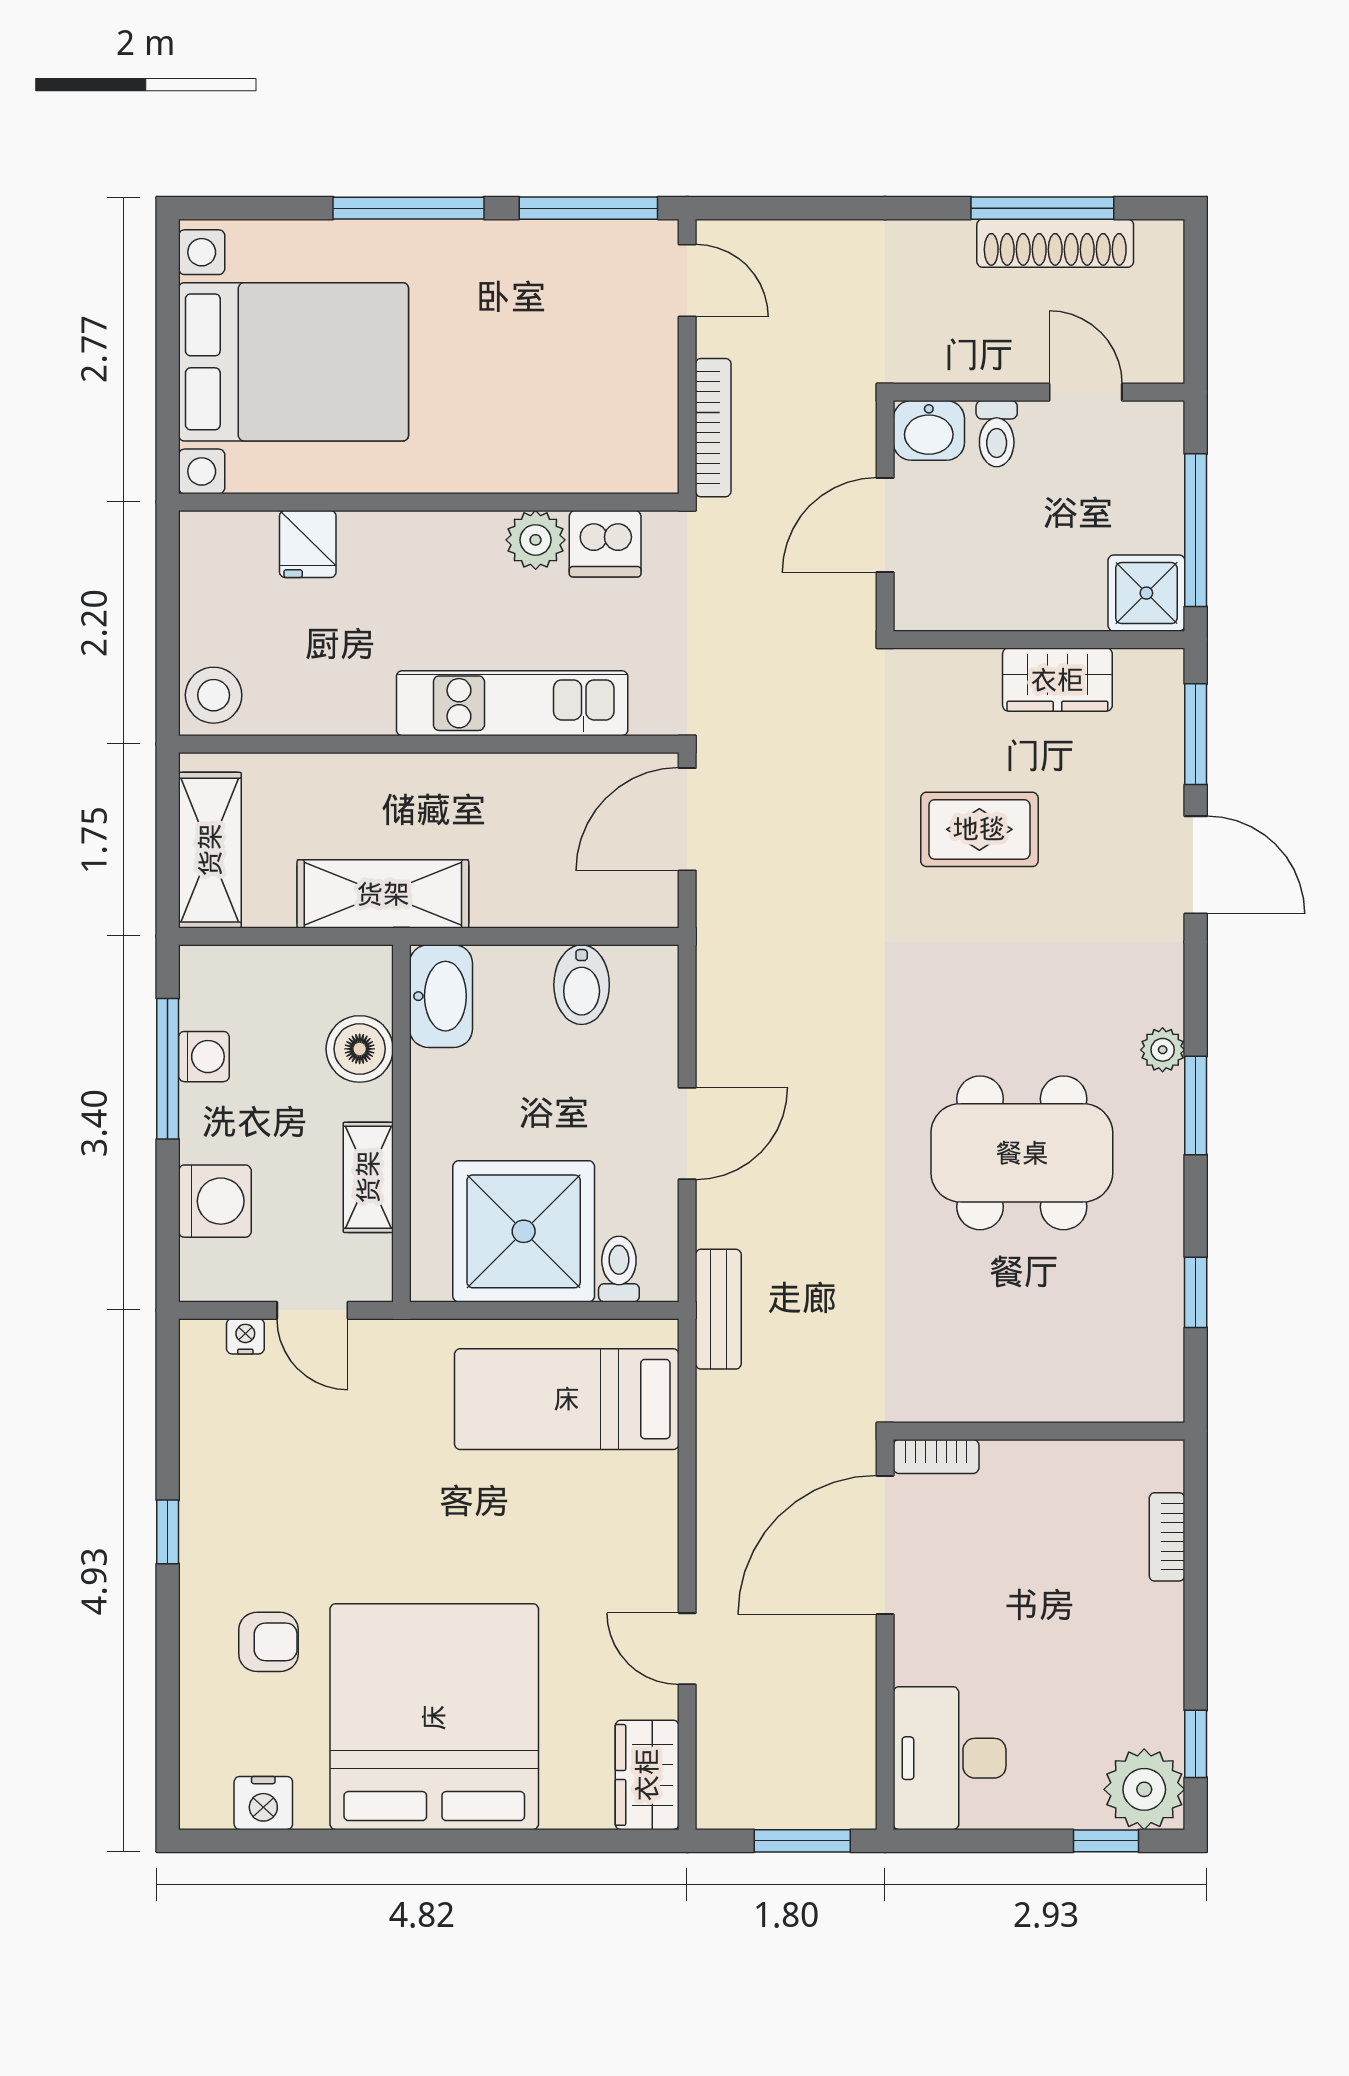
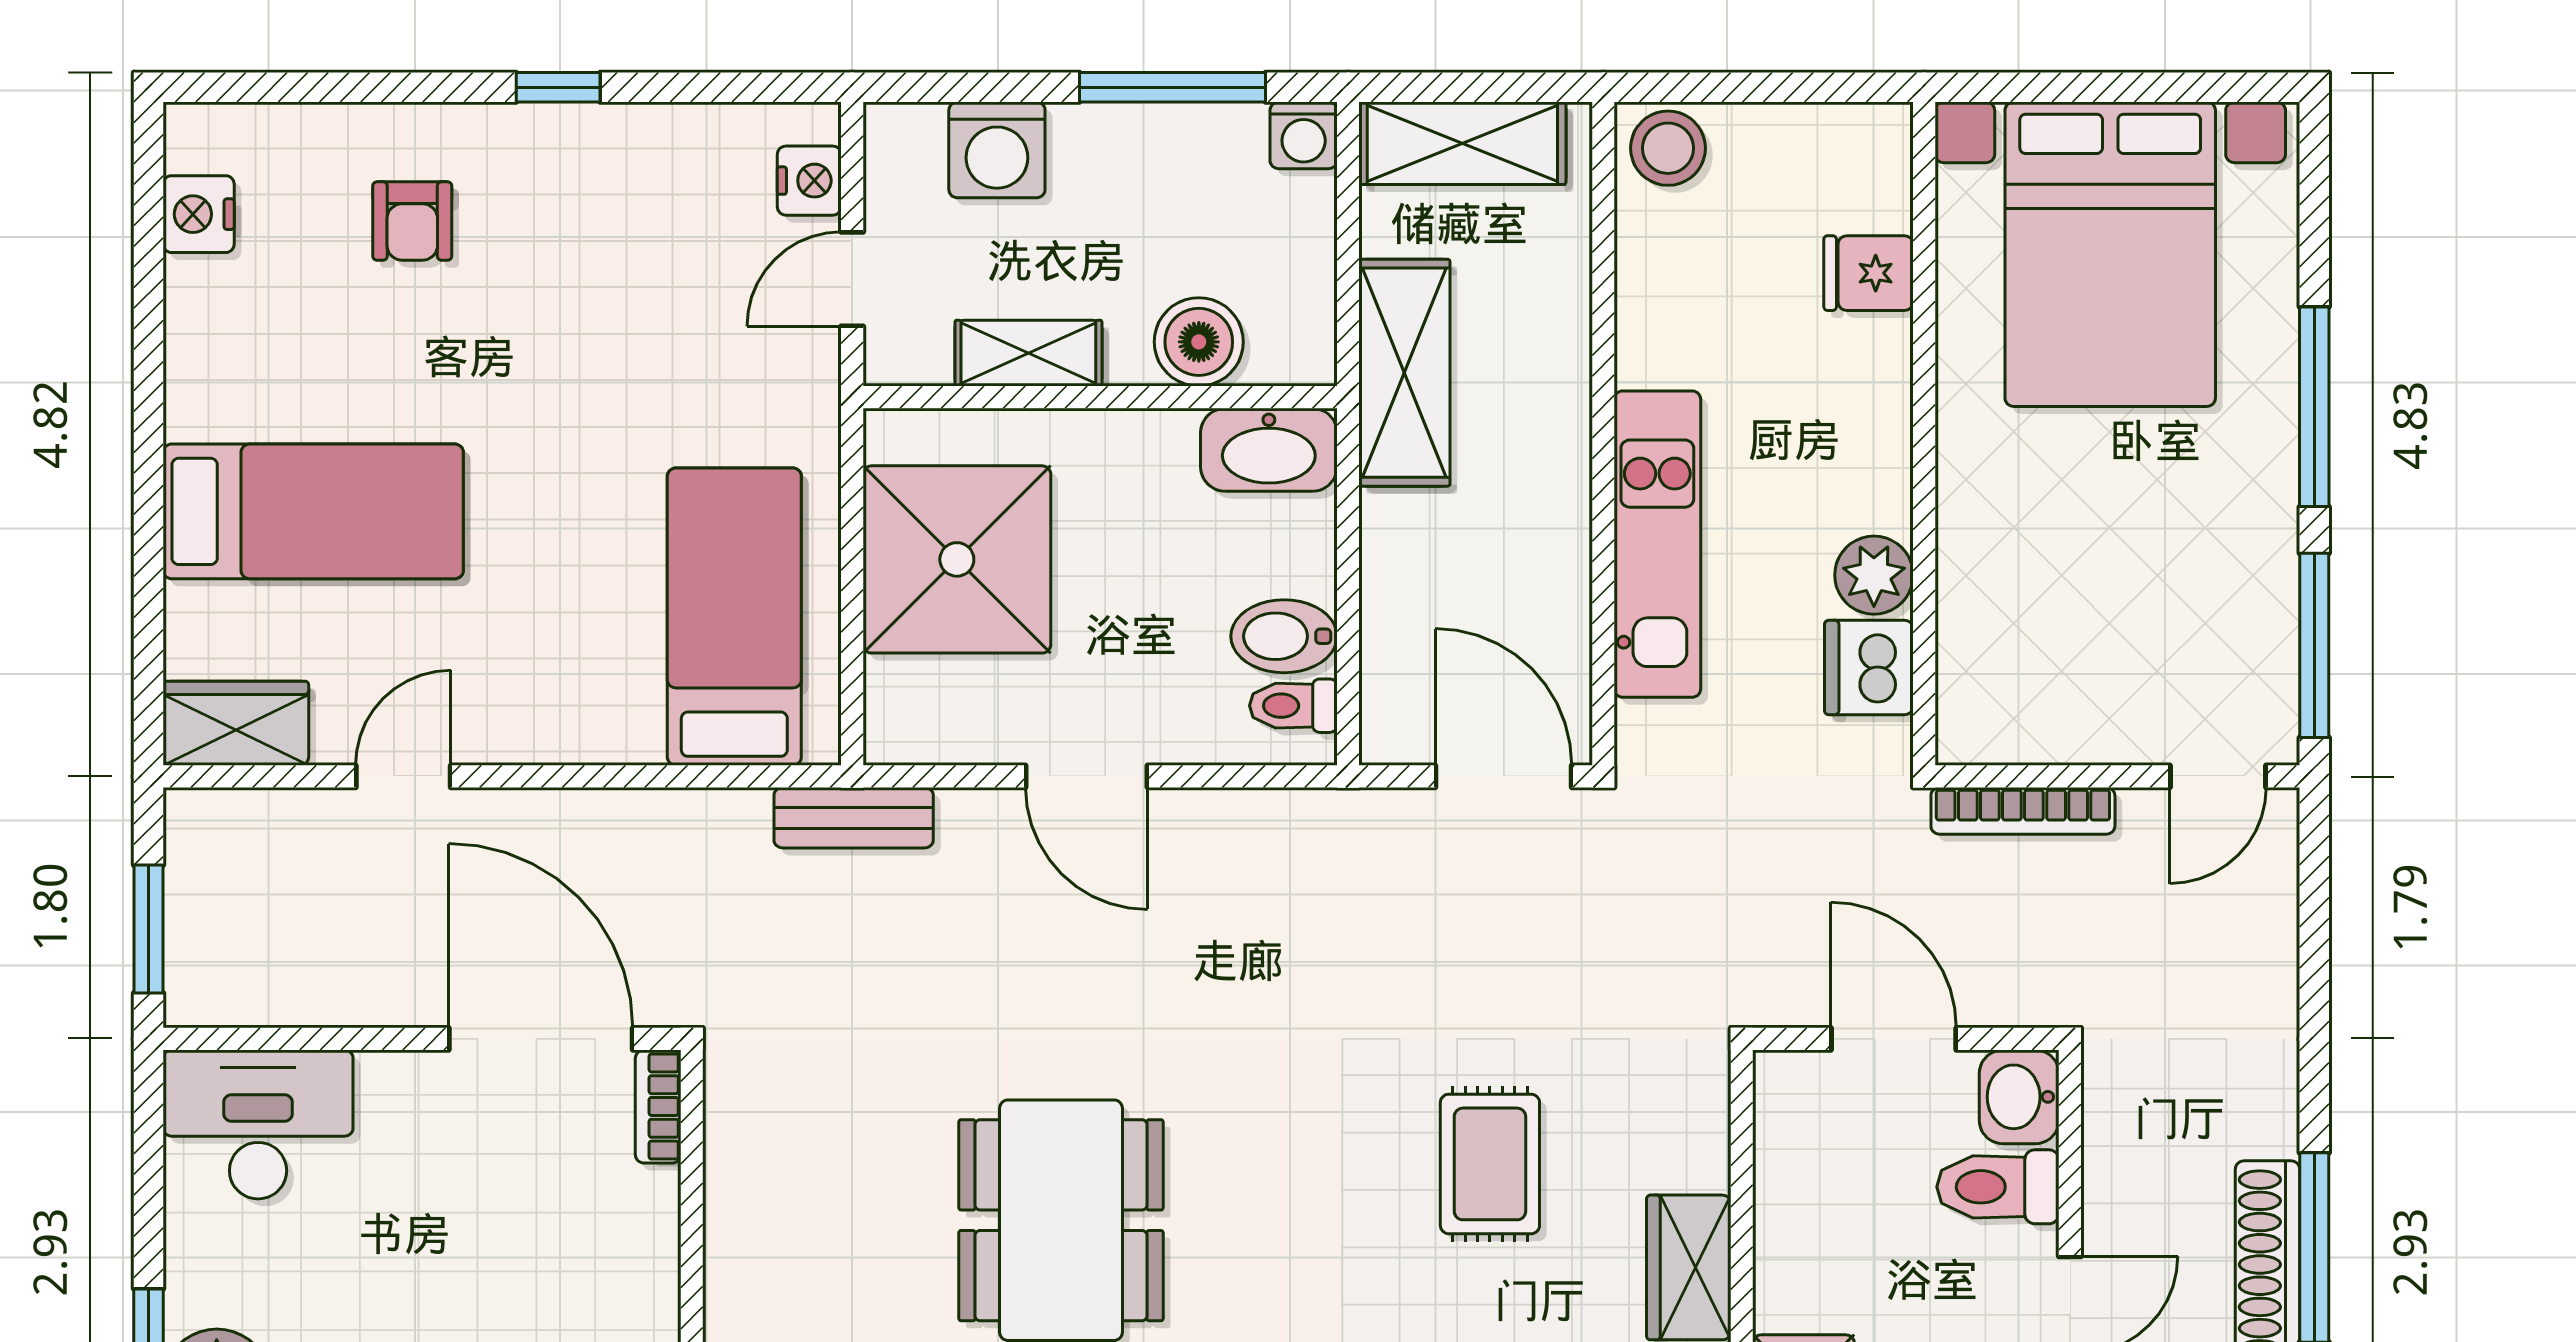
toilet: (997, 434) -> (1998, 1187), width x1.37, depth x1.39
washing machine: (204, 1057) -> (1304, 135), moved
toilet: (619, 1269) -> (1293, 706), moved, turned 180
nightstand: (245, 1336) -> (809, 181), width x1.39, depth x1.35
bed: (434, 1717) -> (313, 511), width x0.49

